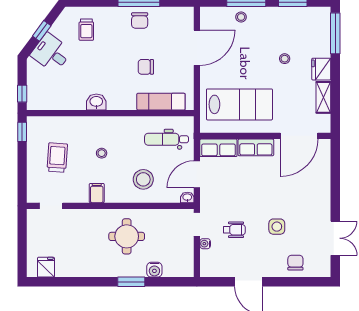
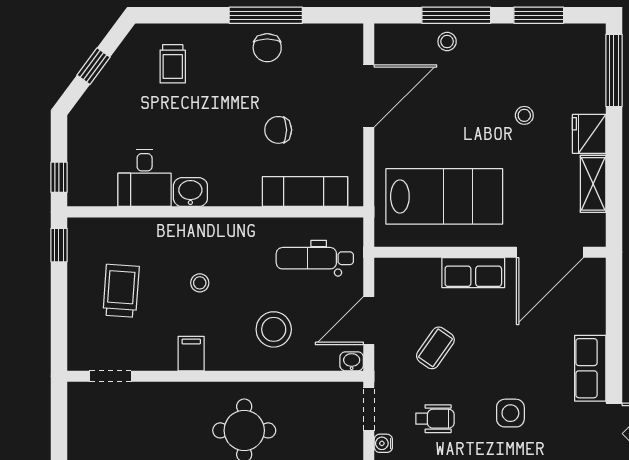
desk: (51, 53) -> (145, 178), moved, turned -126
row of seats: (218, 148) -> (590, 368), moved, turned 90
coffee table: (235, 190) -> (435, 348), added

